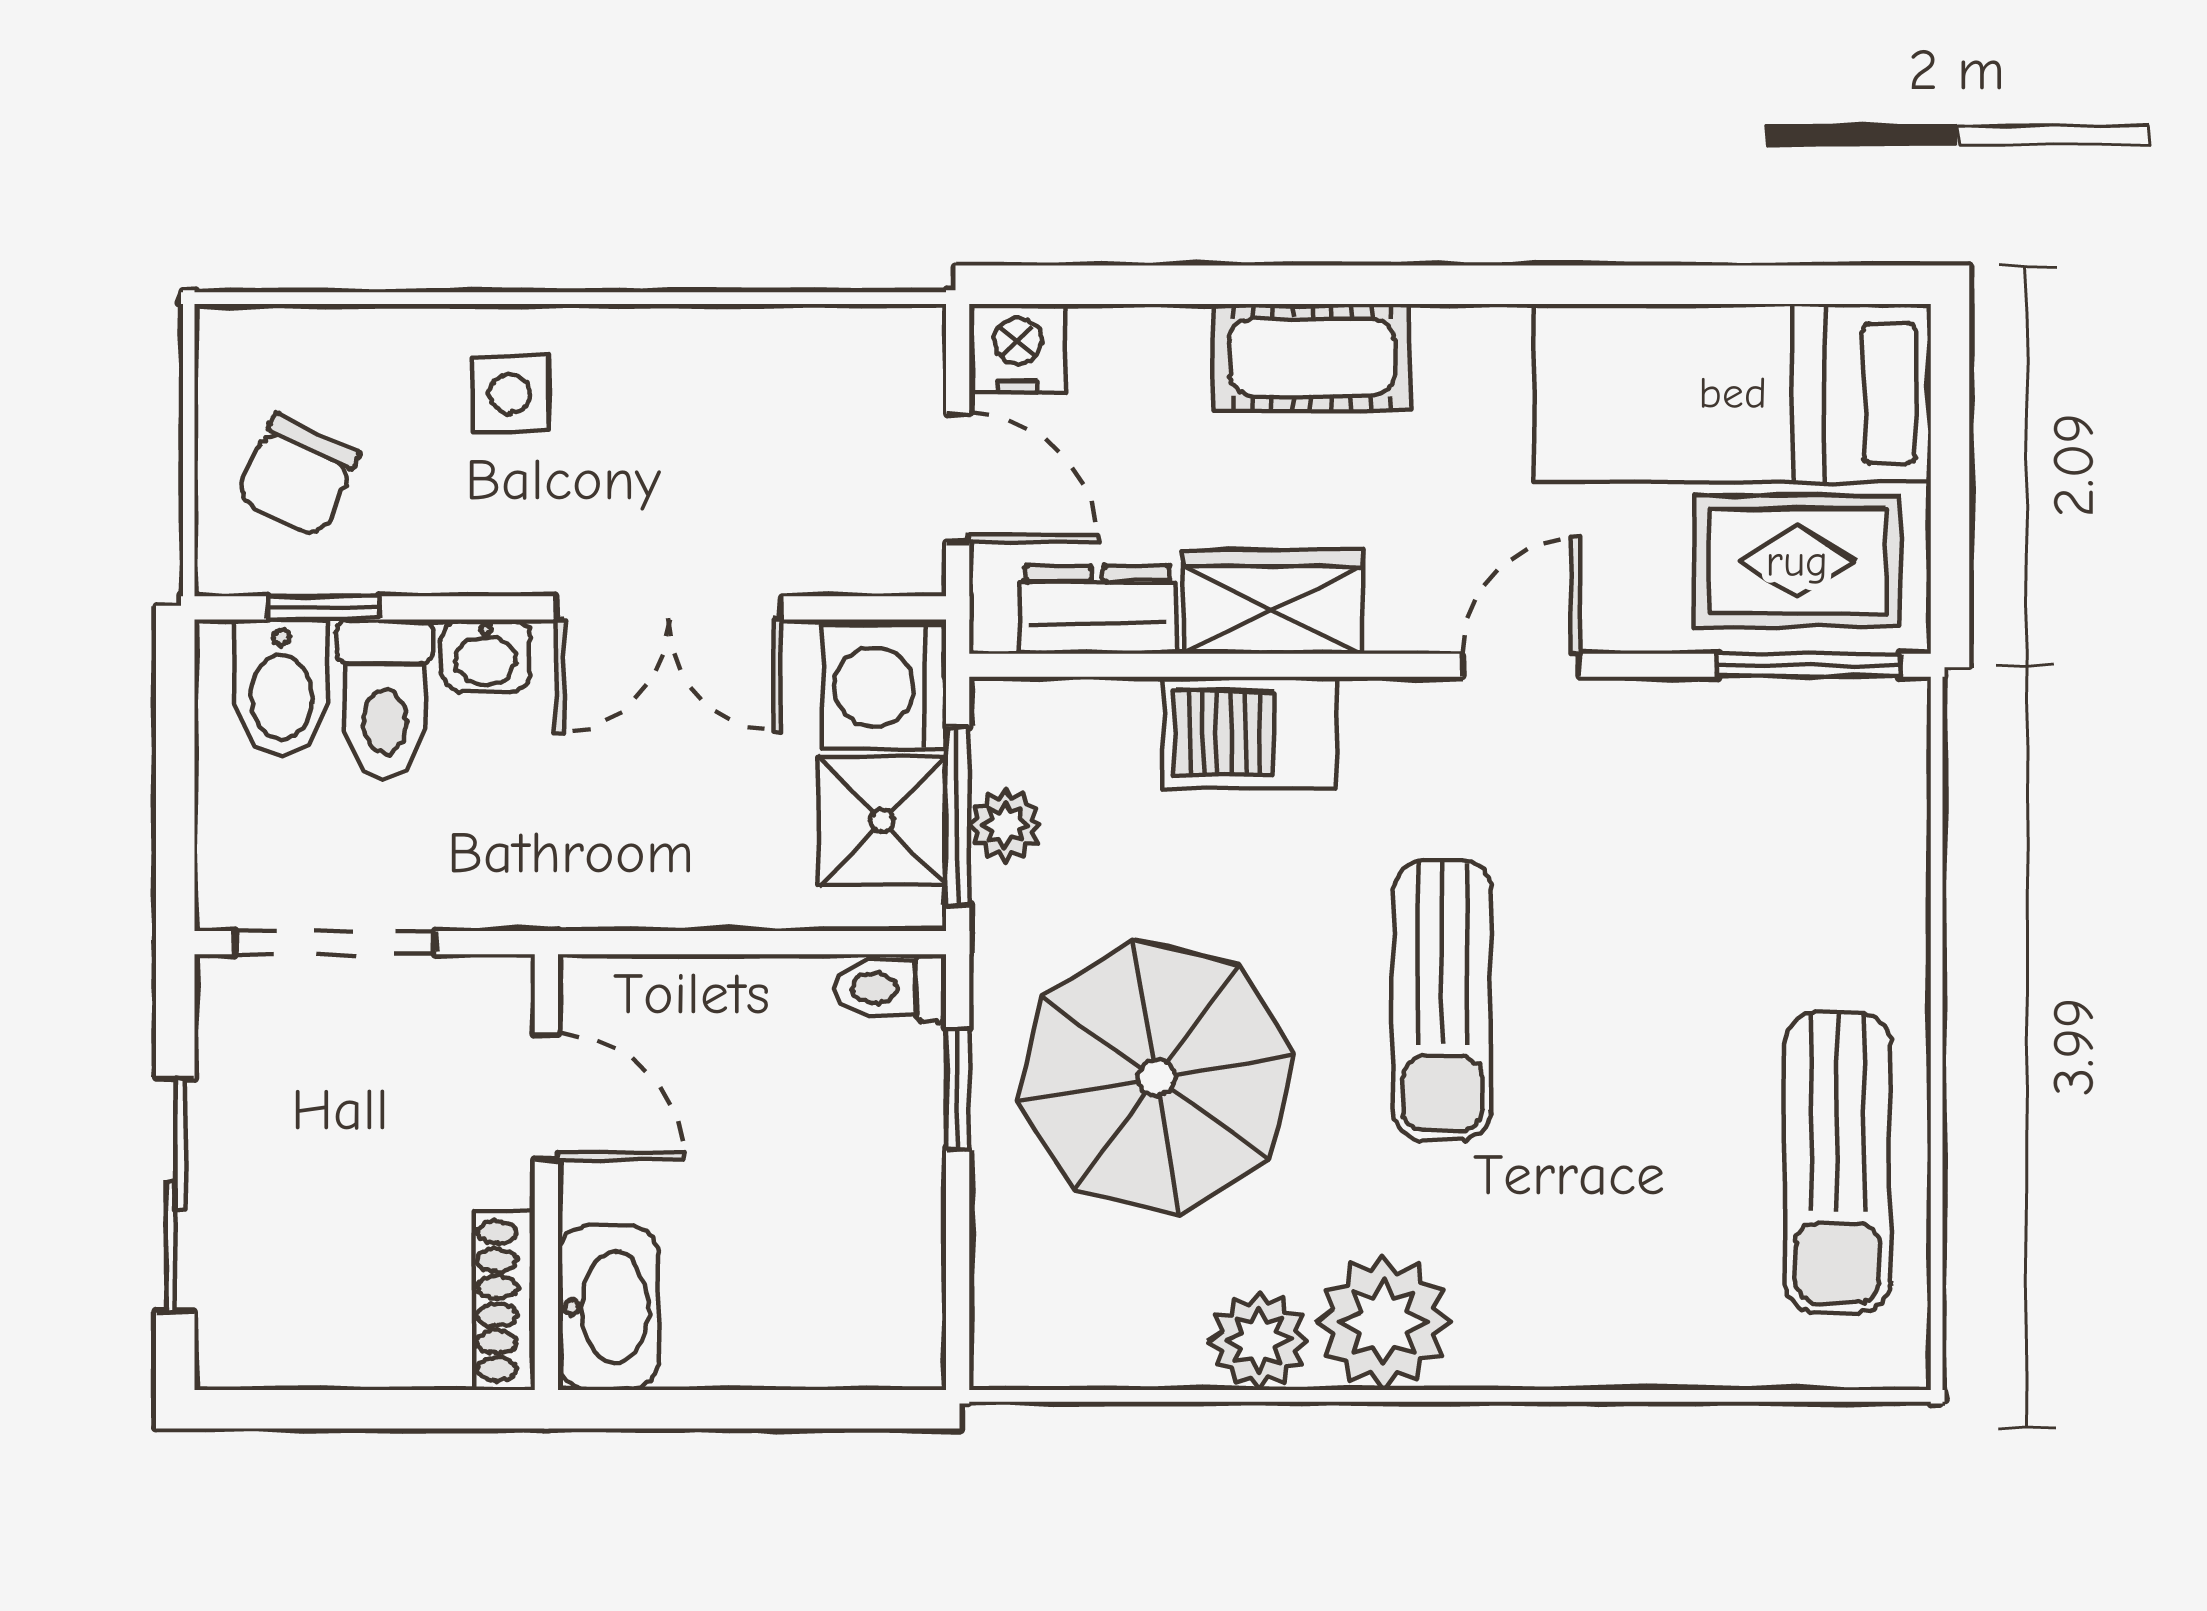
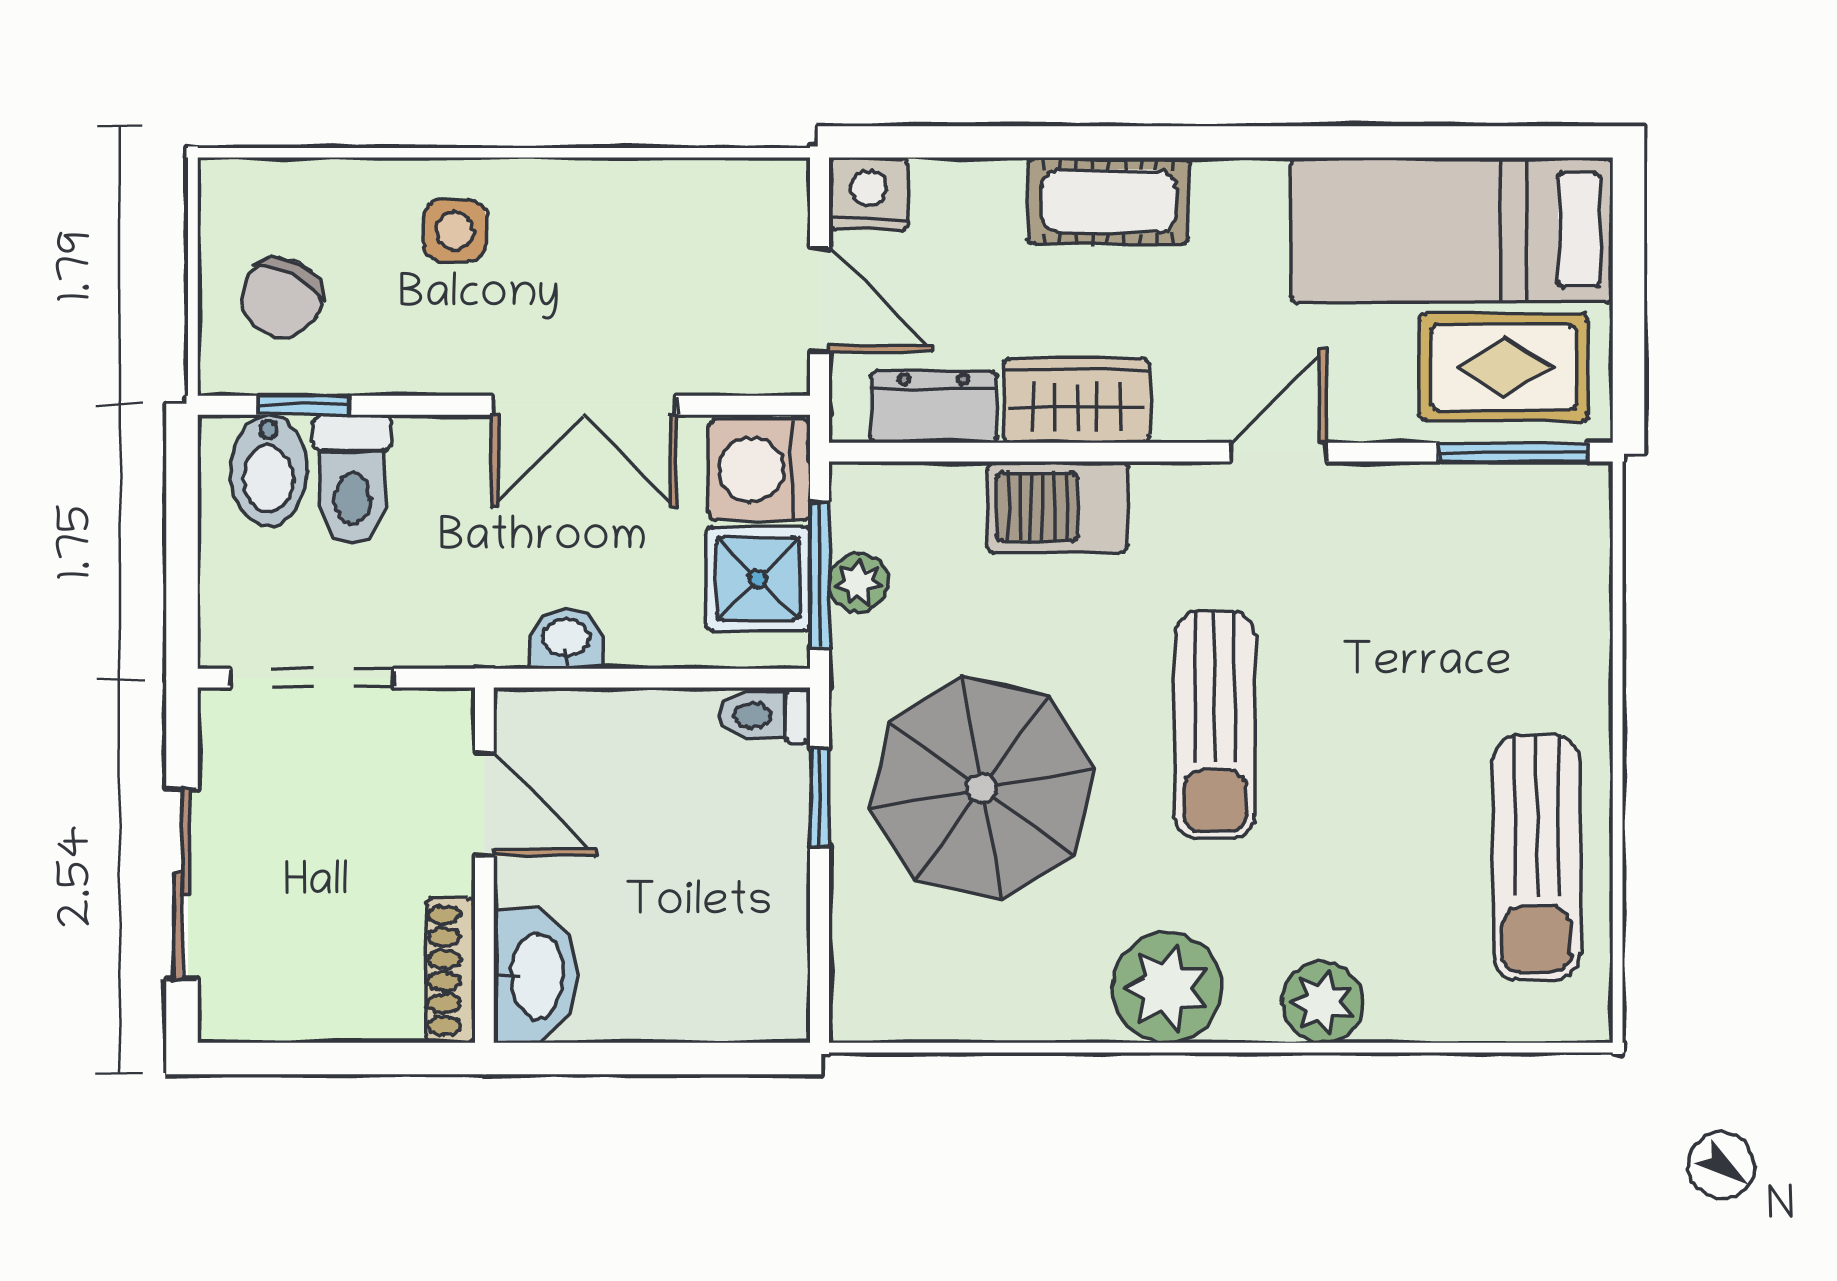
washbasin: (486, 656) -> (566, 639), moved, turned 180
plant: (1259, 1340) -> (1322, 1002), moved

